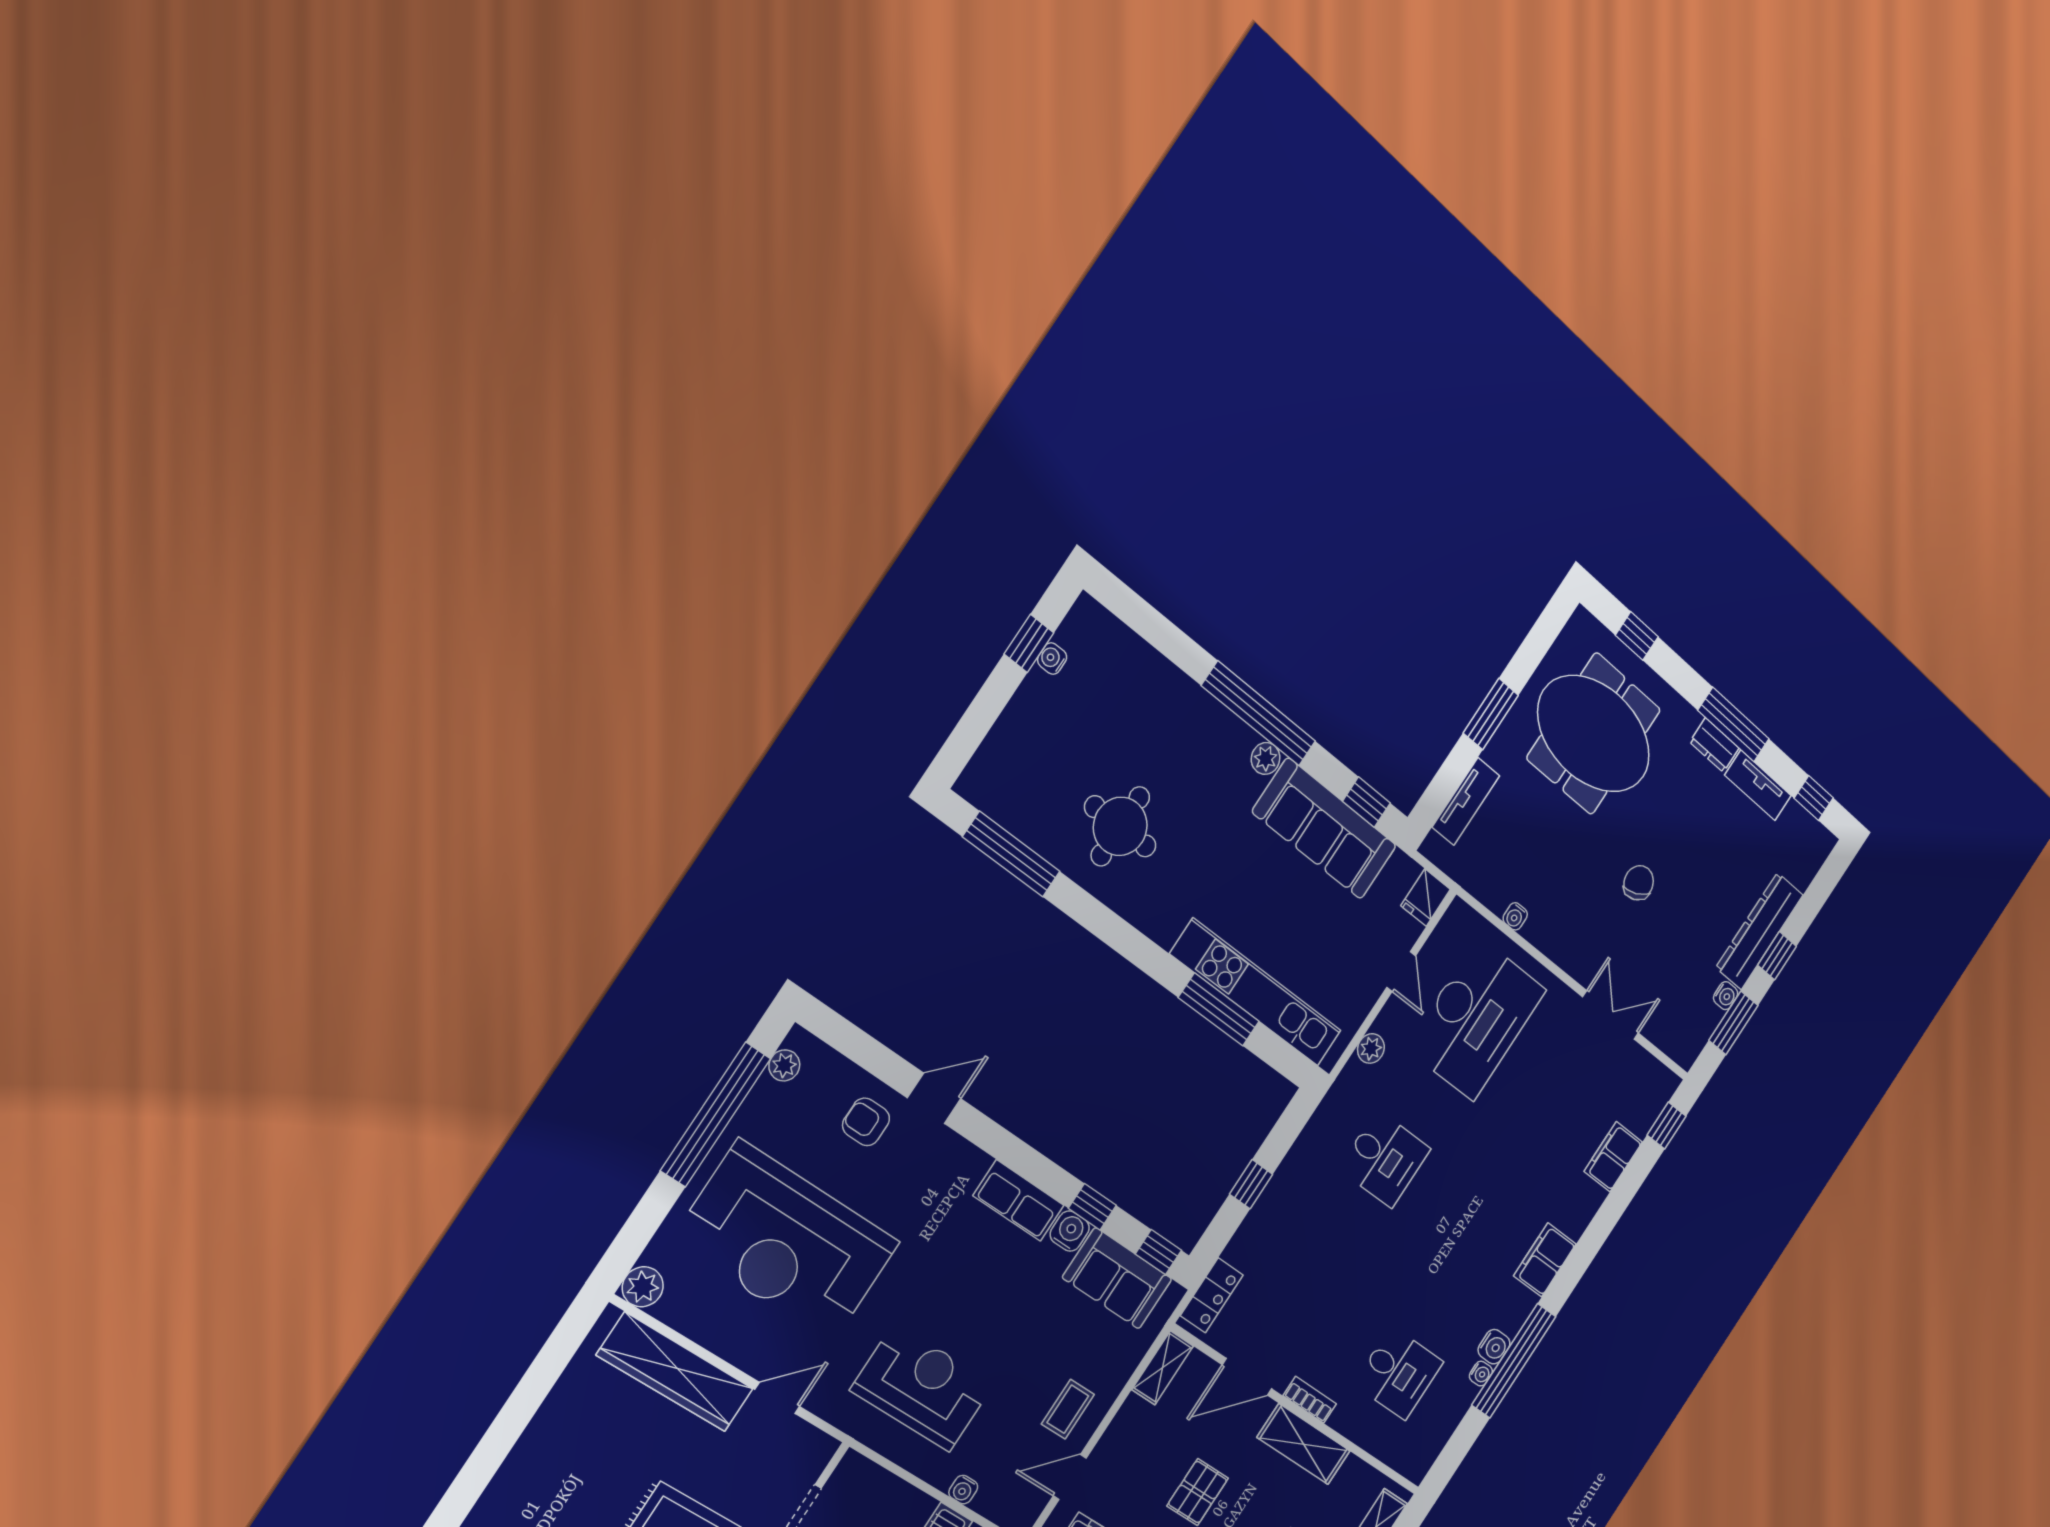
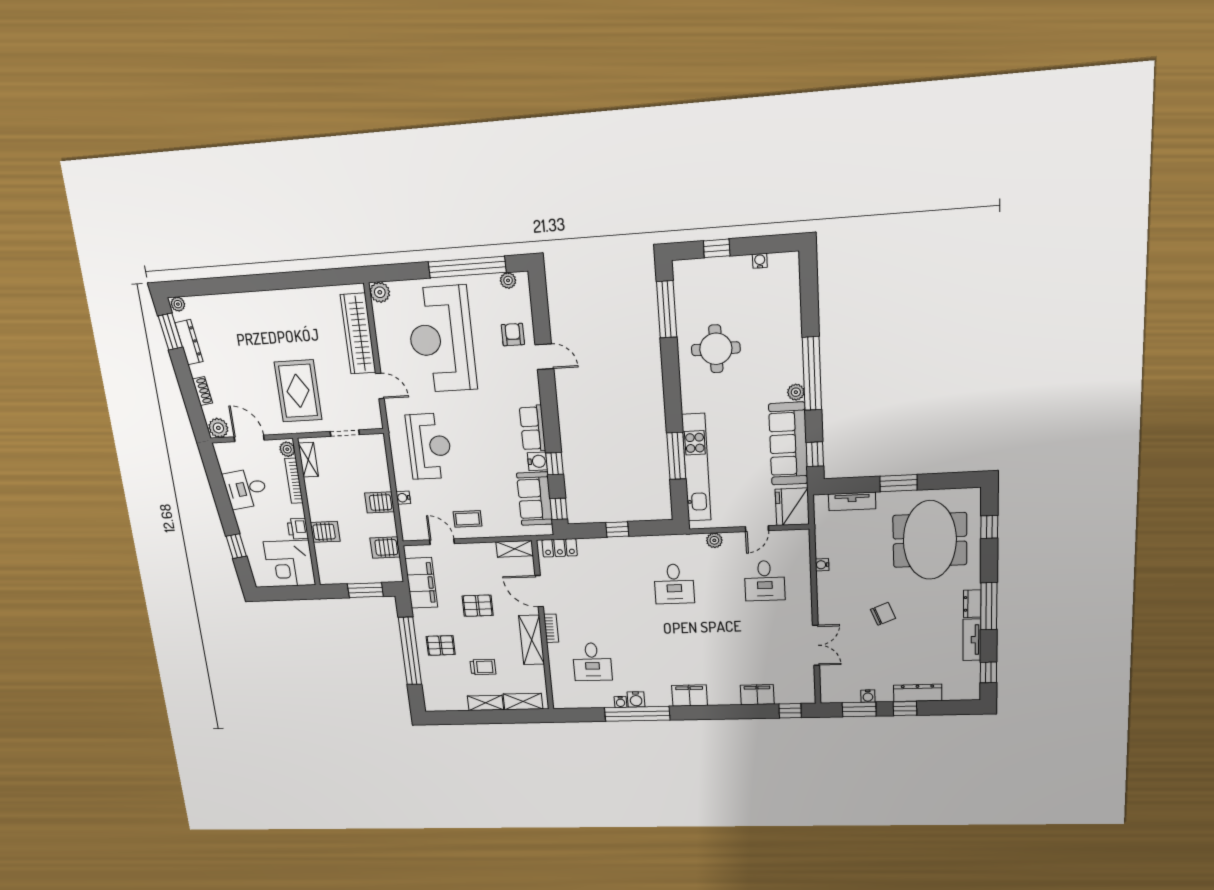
window: (1029, 643) -> (717, 248), moved
fridge: (1426, 898) -> (792, 507), width x1.88, depth x1.34
dresser: (1759, 931) -> (918, 693), width x0.73, depth x0.80
desk: (1476, 1019) -> (765, 581), width x0.53, depth x0.77

